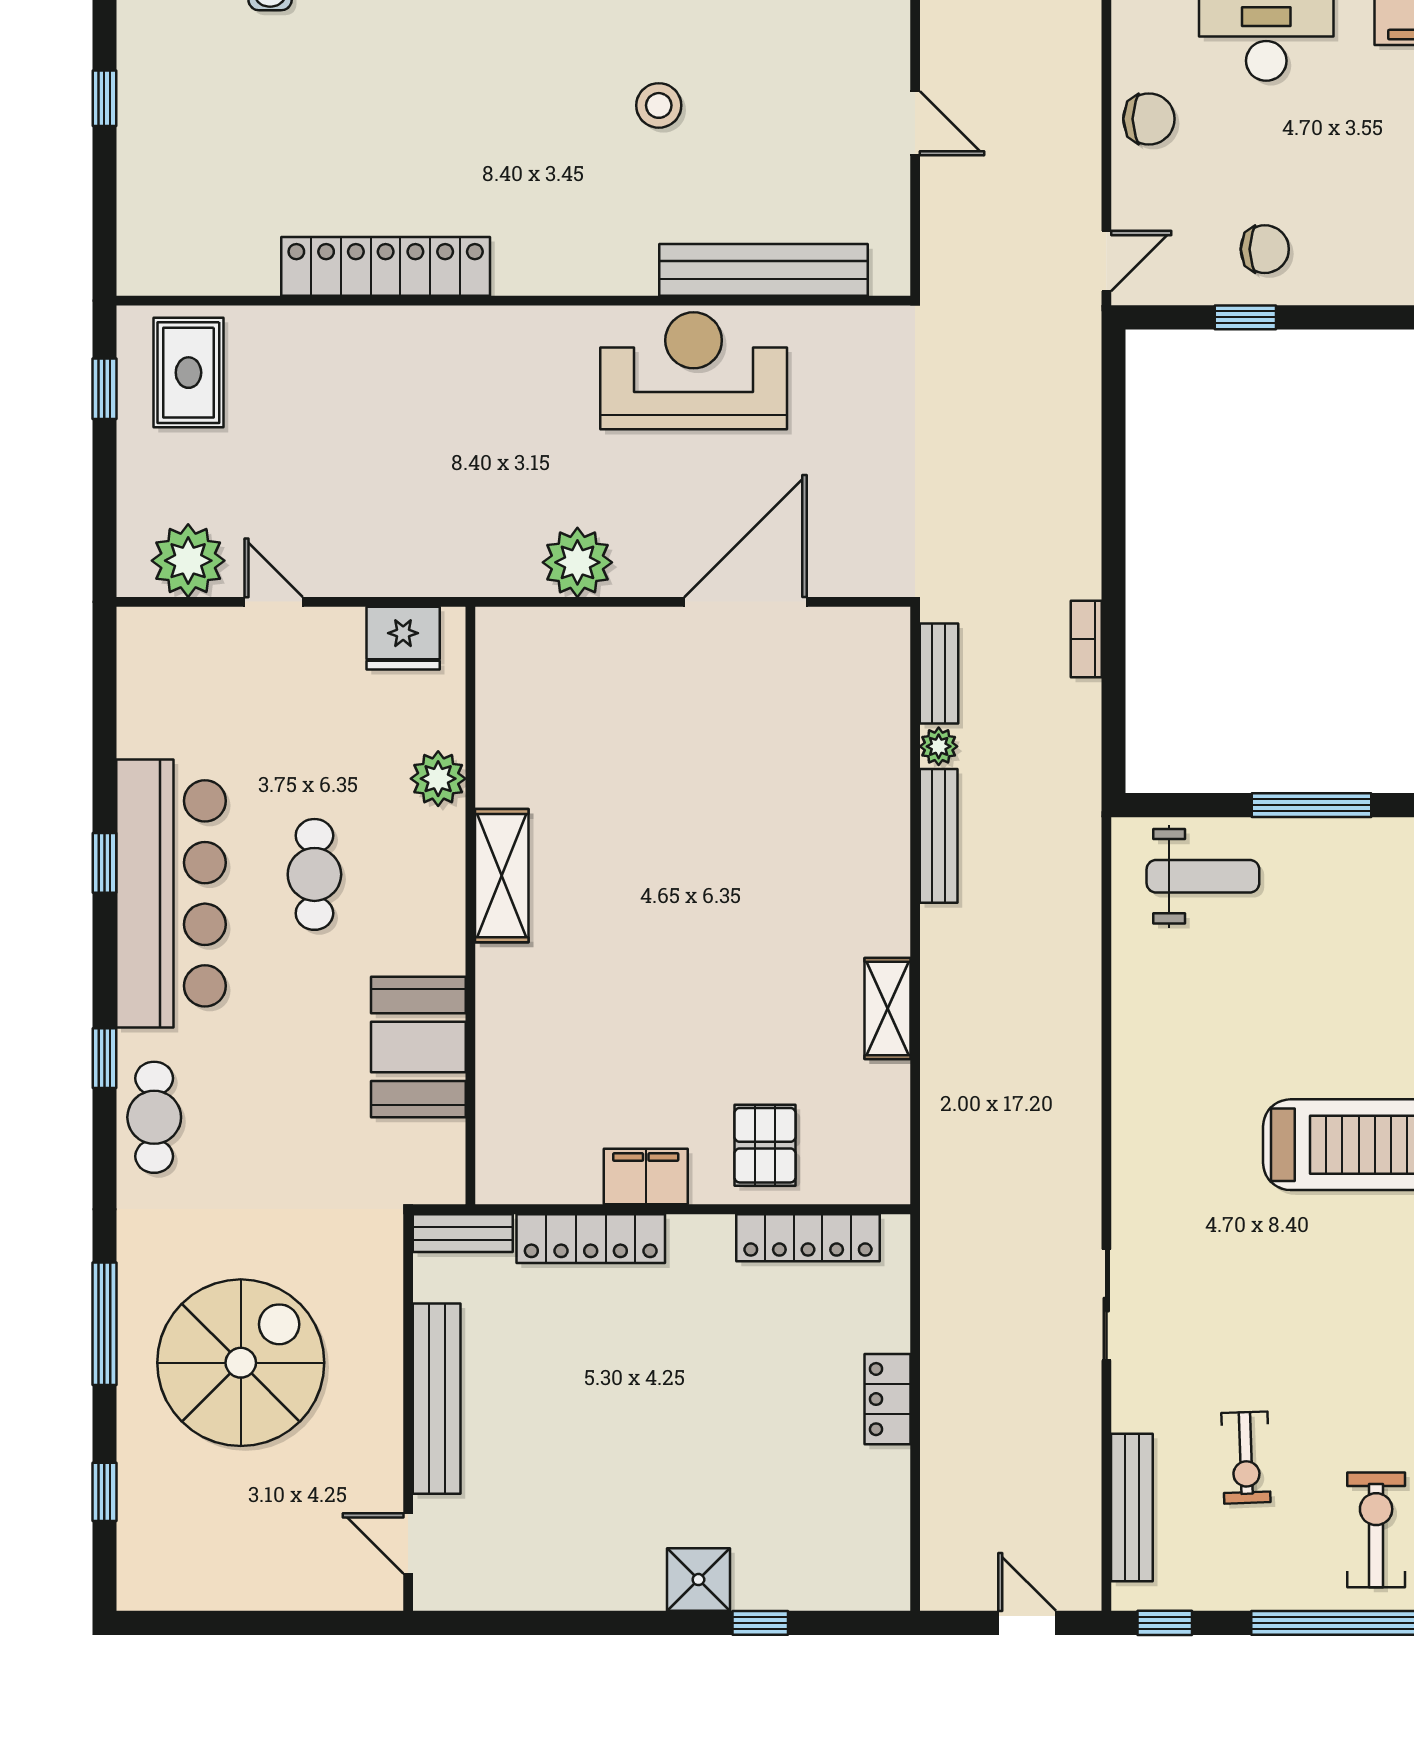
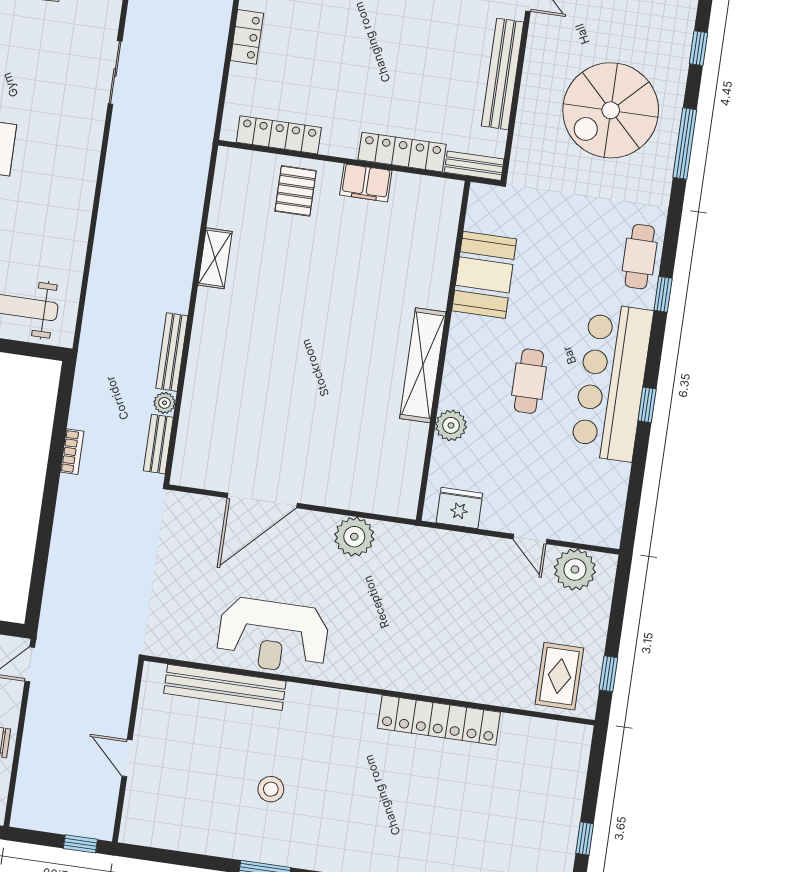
shelving: (502, 876) -> (423, 365), width x1.47

